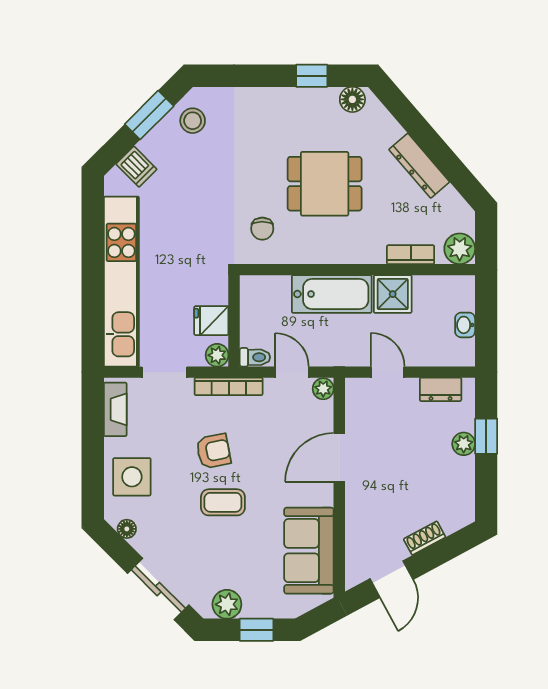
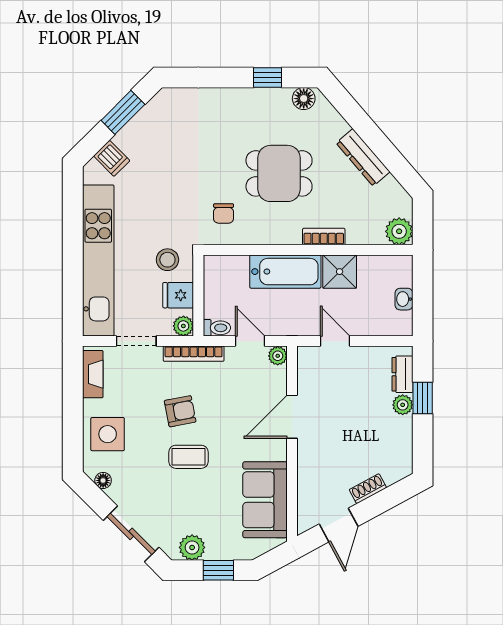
stool: (193, 121) -> (167, 260), moved
bookcase: (411, 255) -> (324, 237), moved
dresser: (441, 389) -> (402, 374), moved, turned 90

